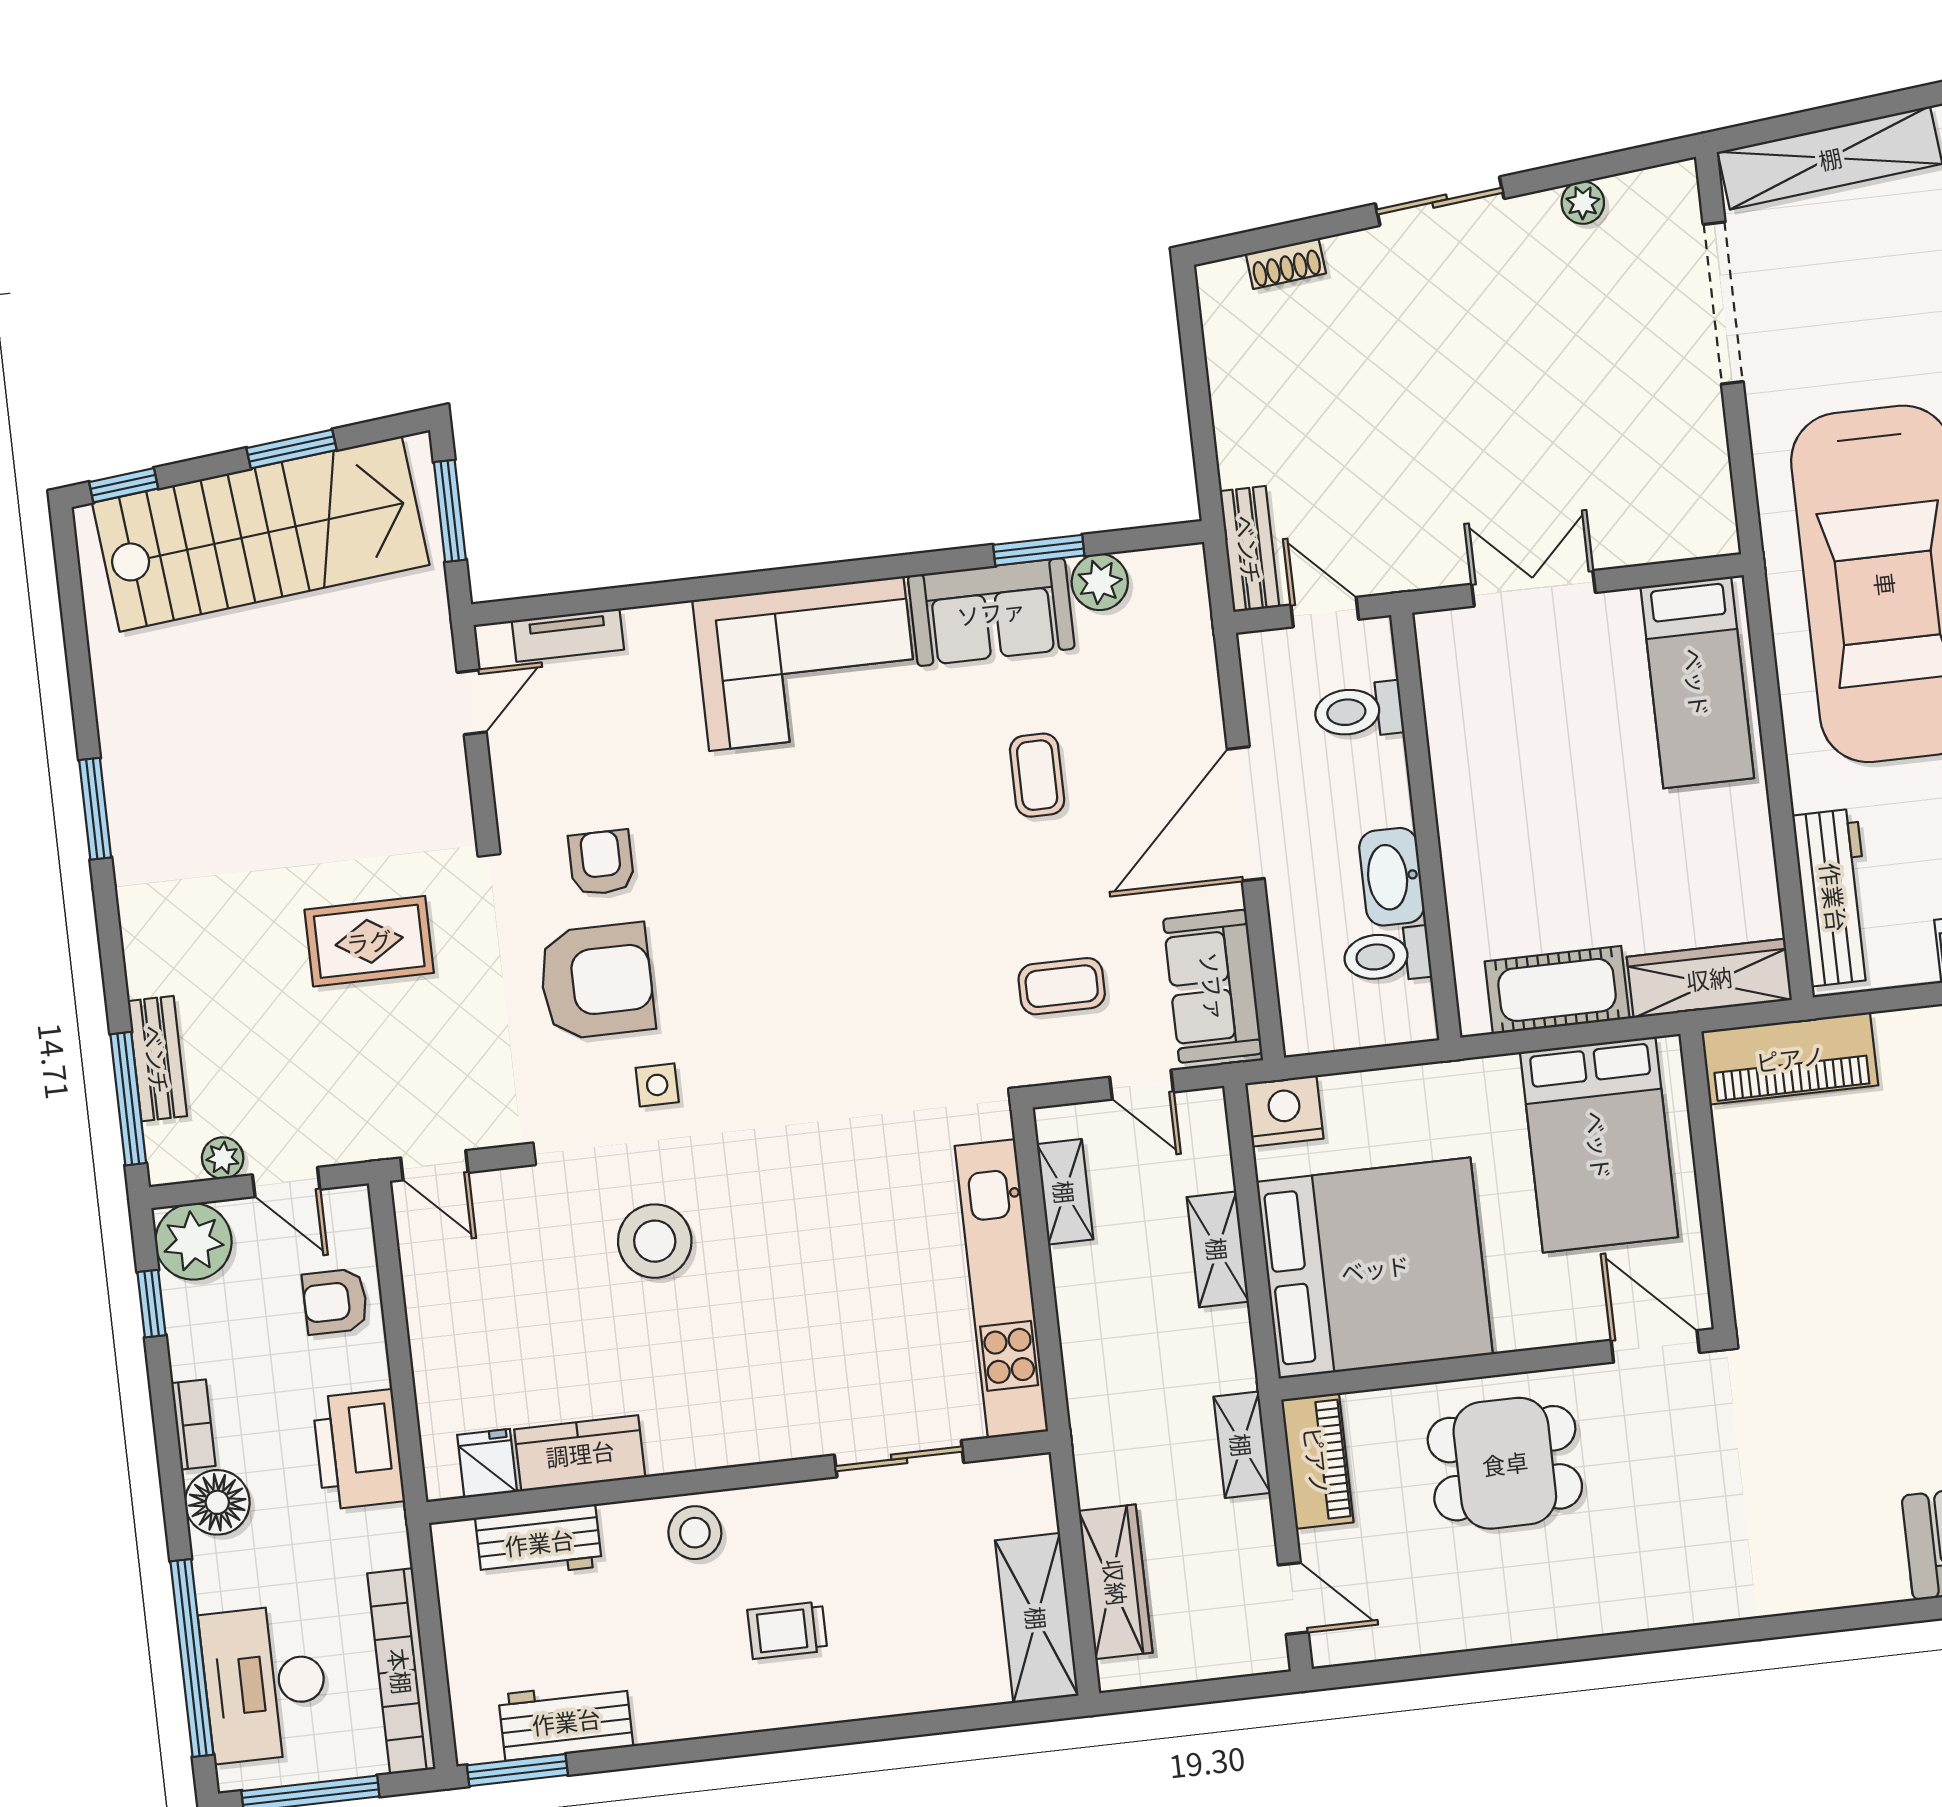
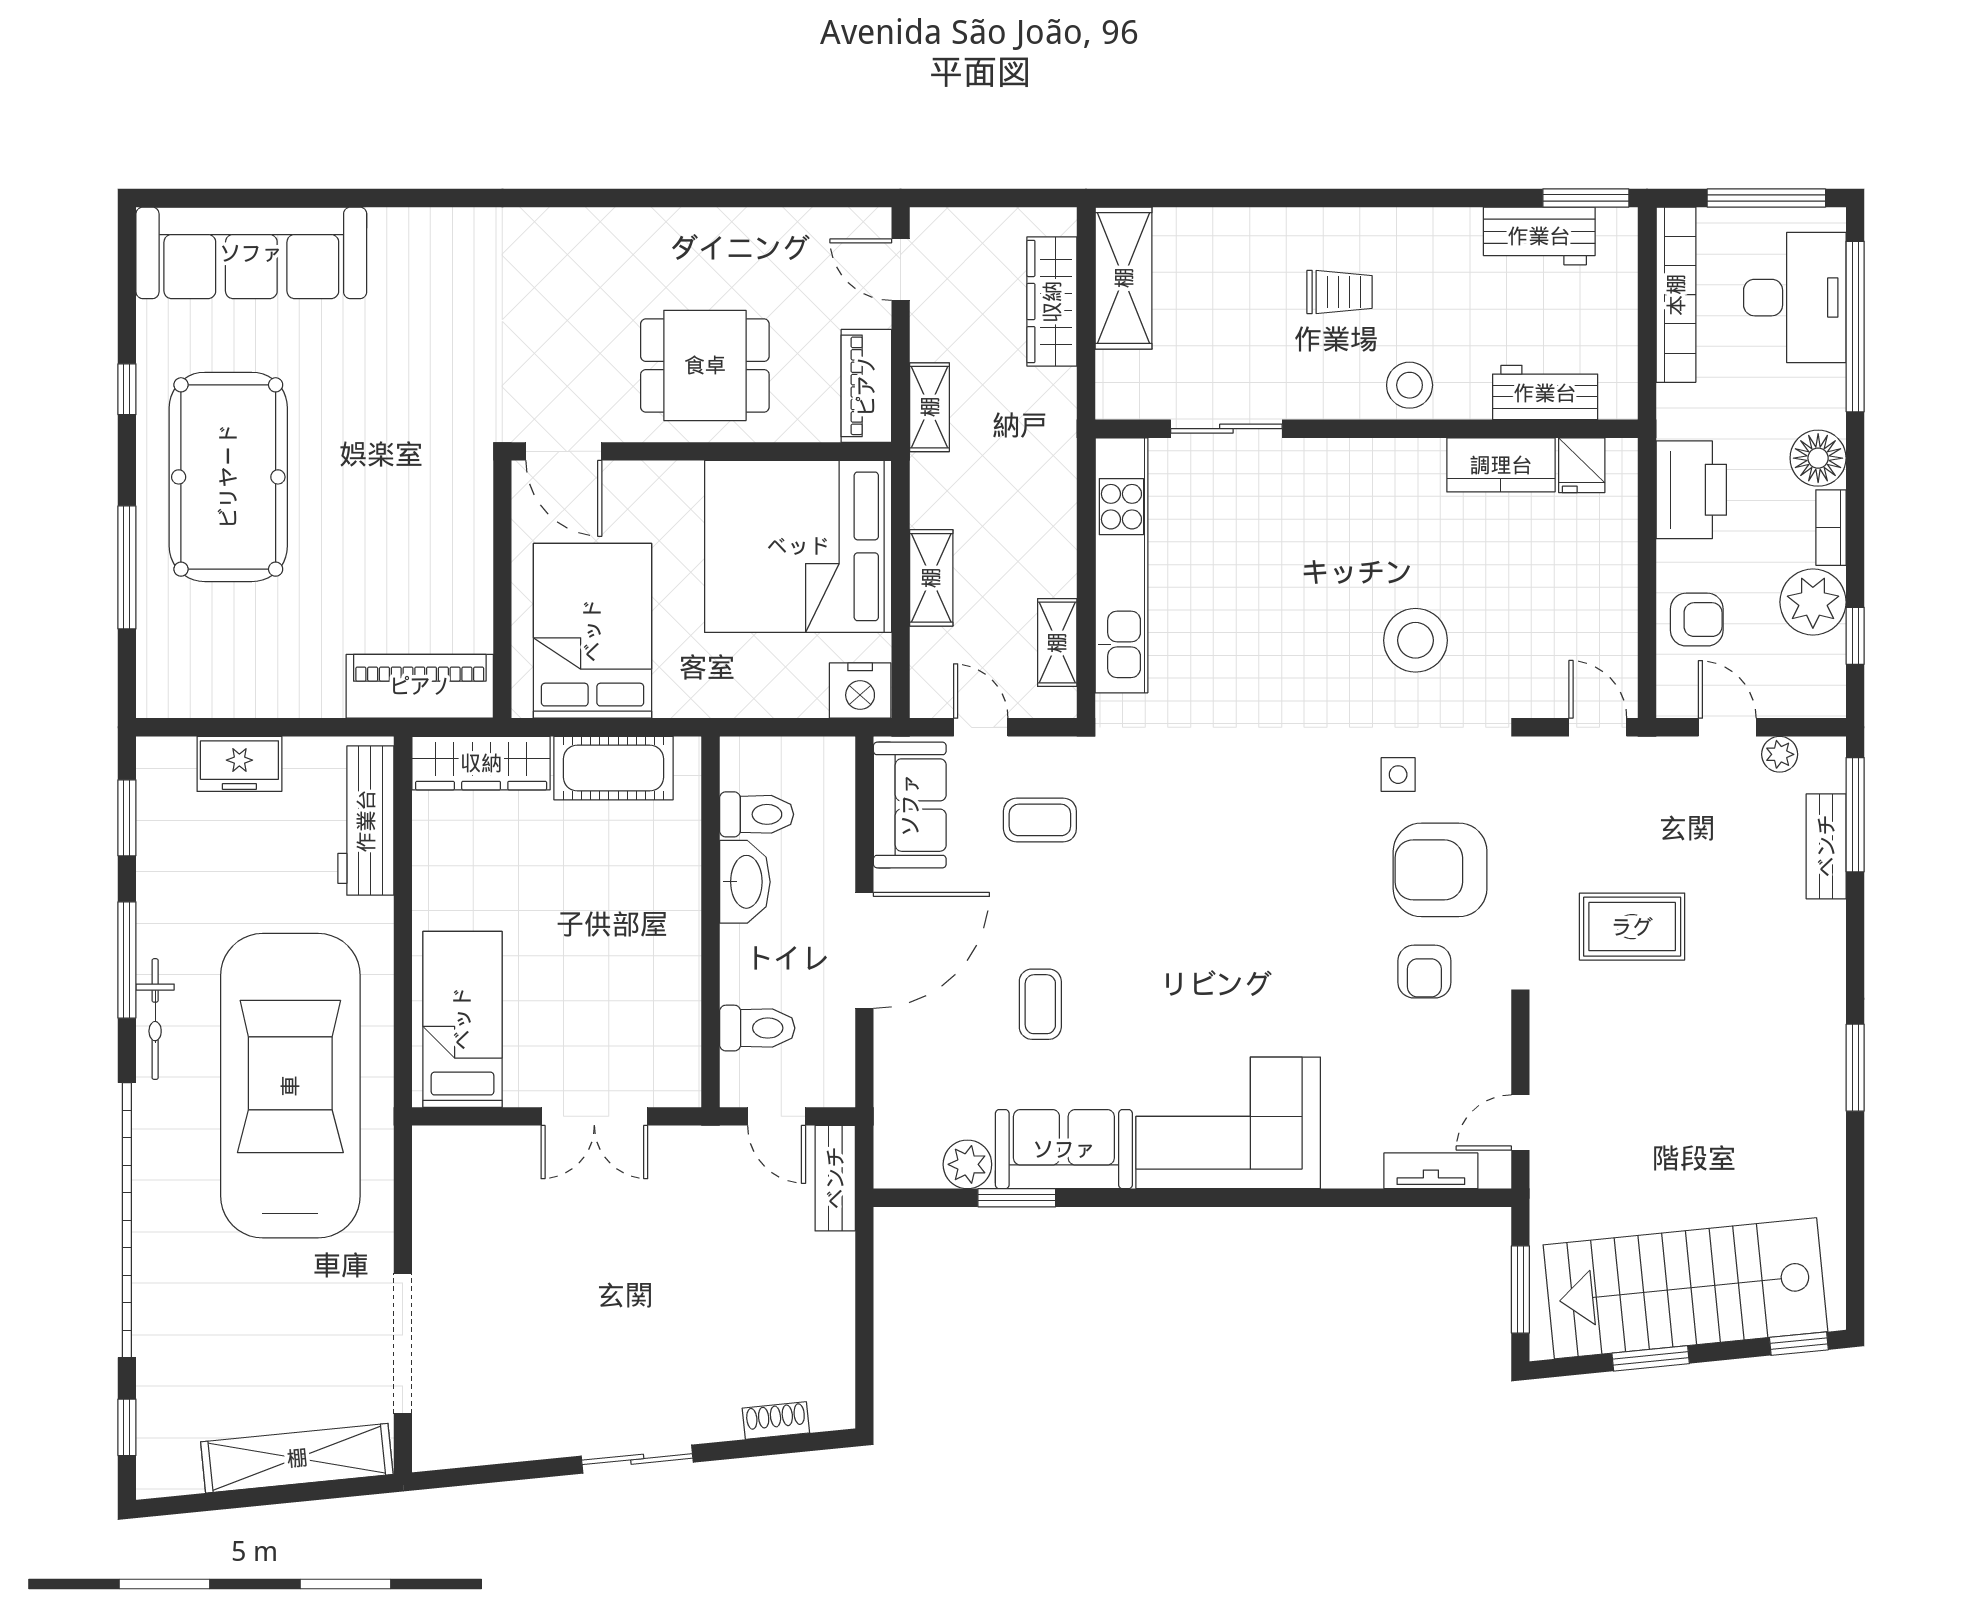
plant: (1583, 203) -> (514, 1444), removed
plant: (193, 1242) -> (1813, 602), moved

